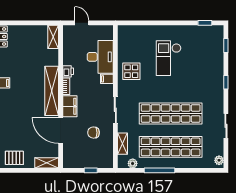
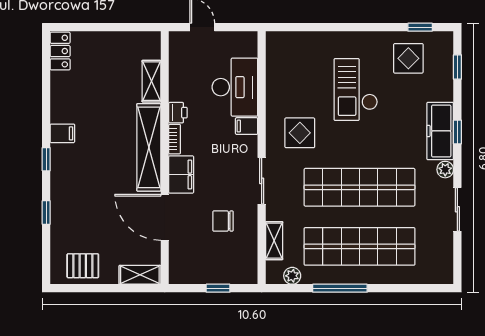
shelving: (53, 37) -> (151, 81), moved
display table: (198, 41) -> (408, 58), added
display table: (131, 71) -> (300, 133), moved
freezer: (216, 82) -> (440, 131), added
plant: (219, 160) -> (445, 170), moved

